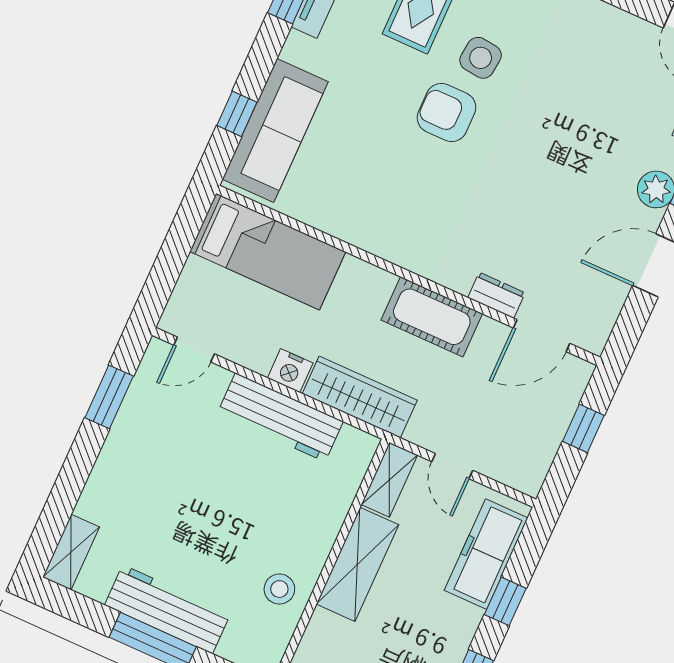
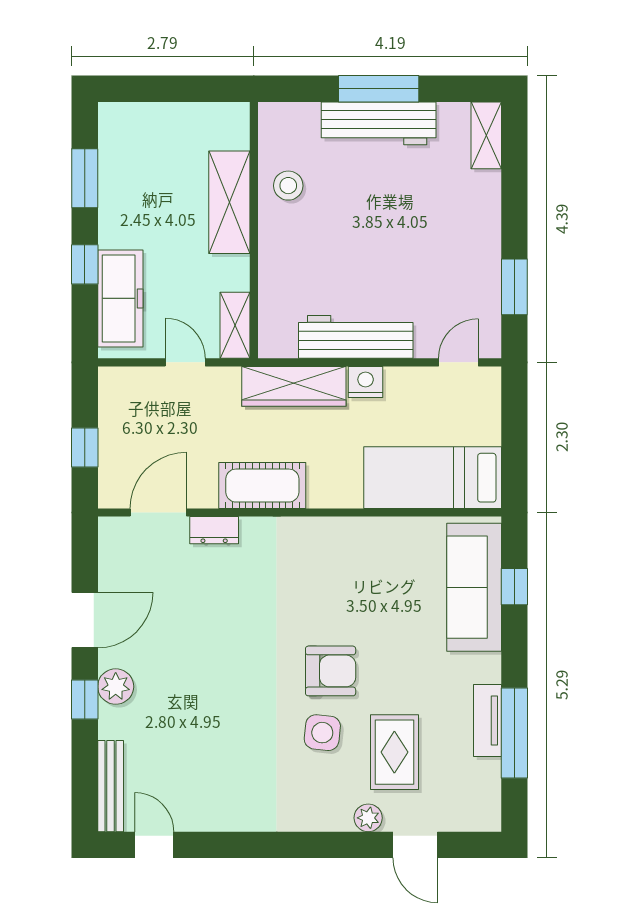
shelving: (357, 564) -> (229, 202), moved

